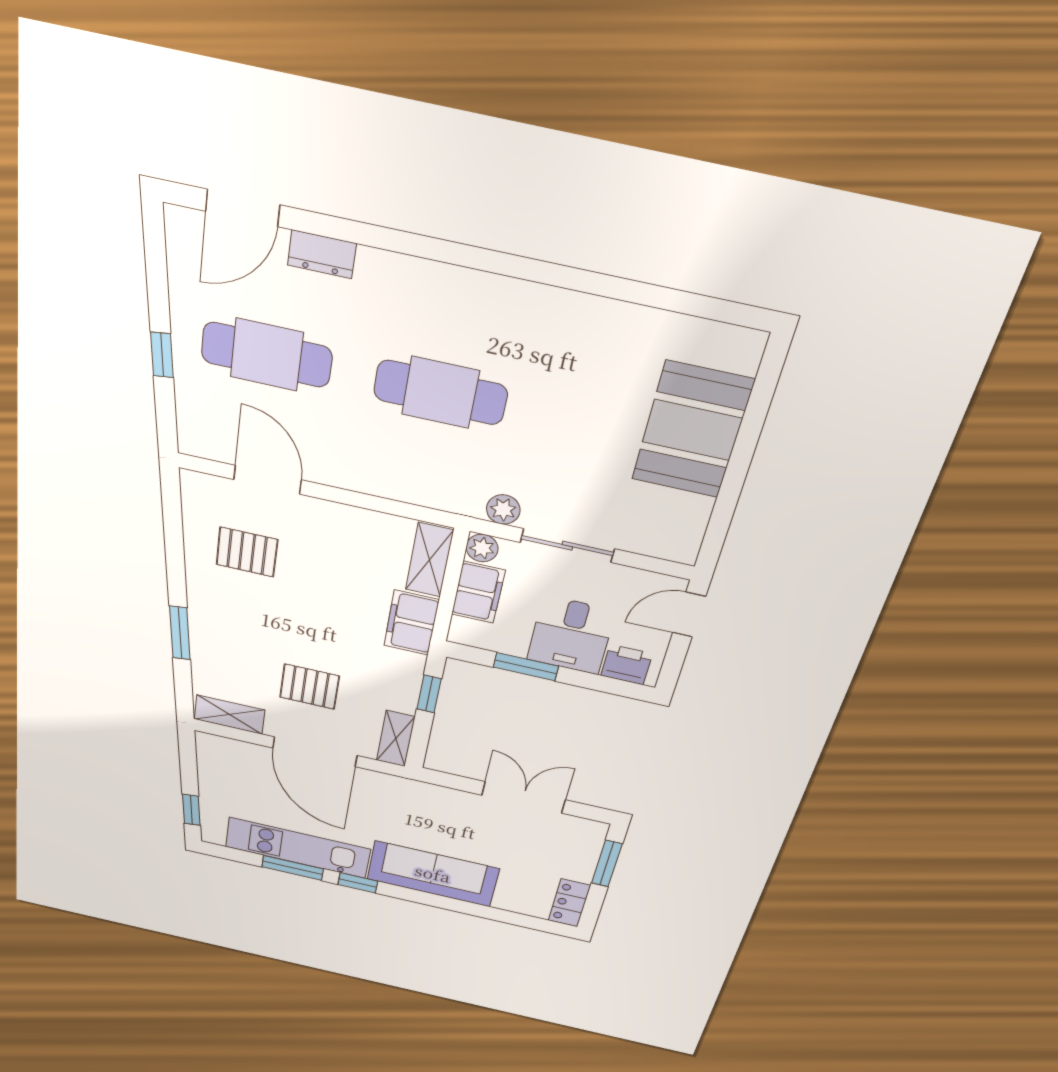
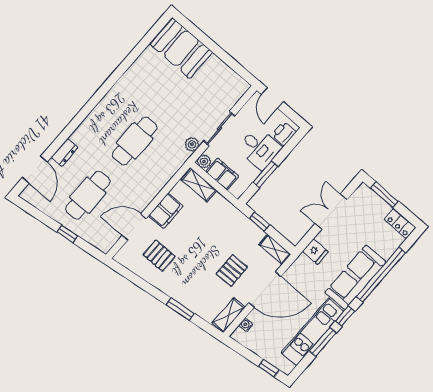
booth: (692, 430) -> (181, 48), moved
pallet: (247, 552) -> (159, 256), turned 90
filing cabinet: (411, 623) -> (166, 211), moved, turned -90
water cooler: (234, 748) -> (246, 325), added
fridge: (436, 801) -> (315, 252), added
window: (463, 907) -> (381, 275), added

